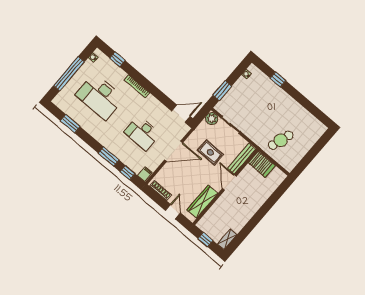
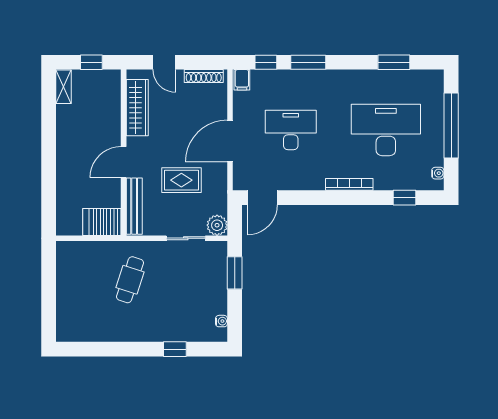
cafe table: (281, 140) -> (130, 280), moved
door: (229, 183) -> (124, 162), swing flipped

